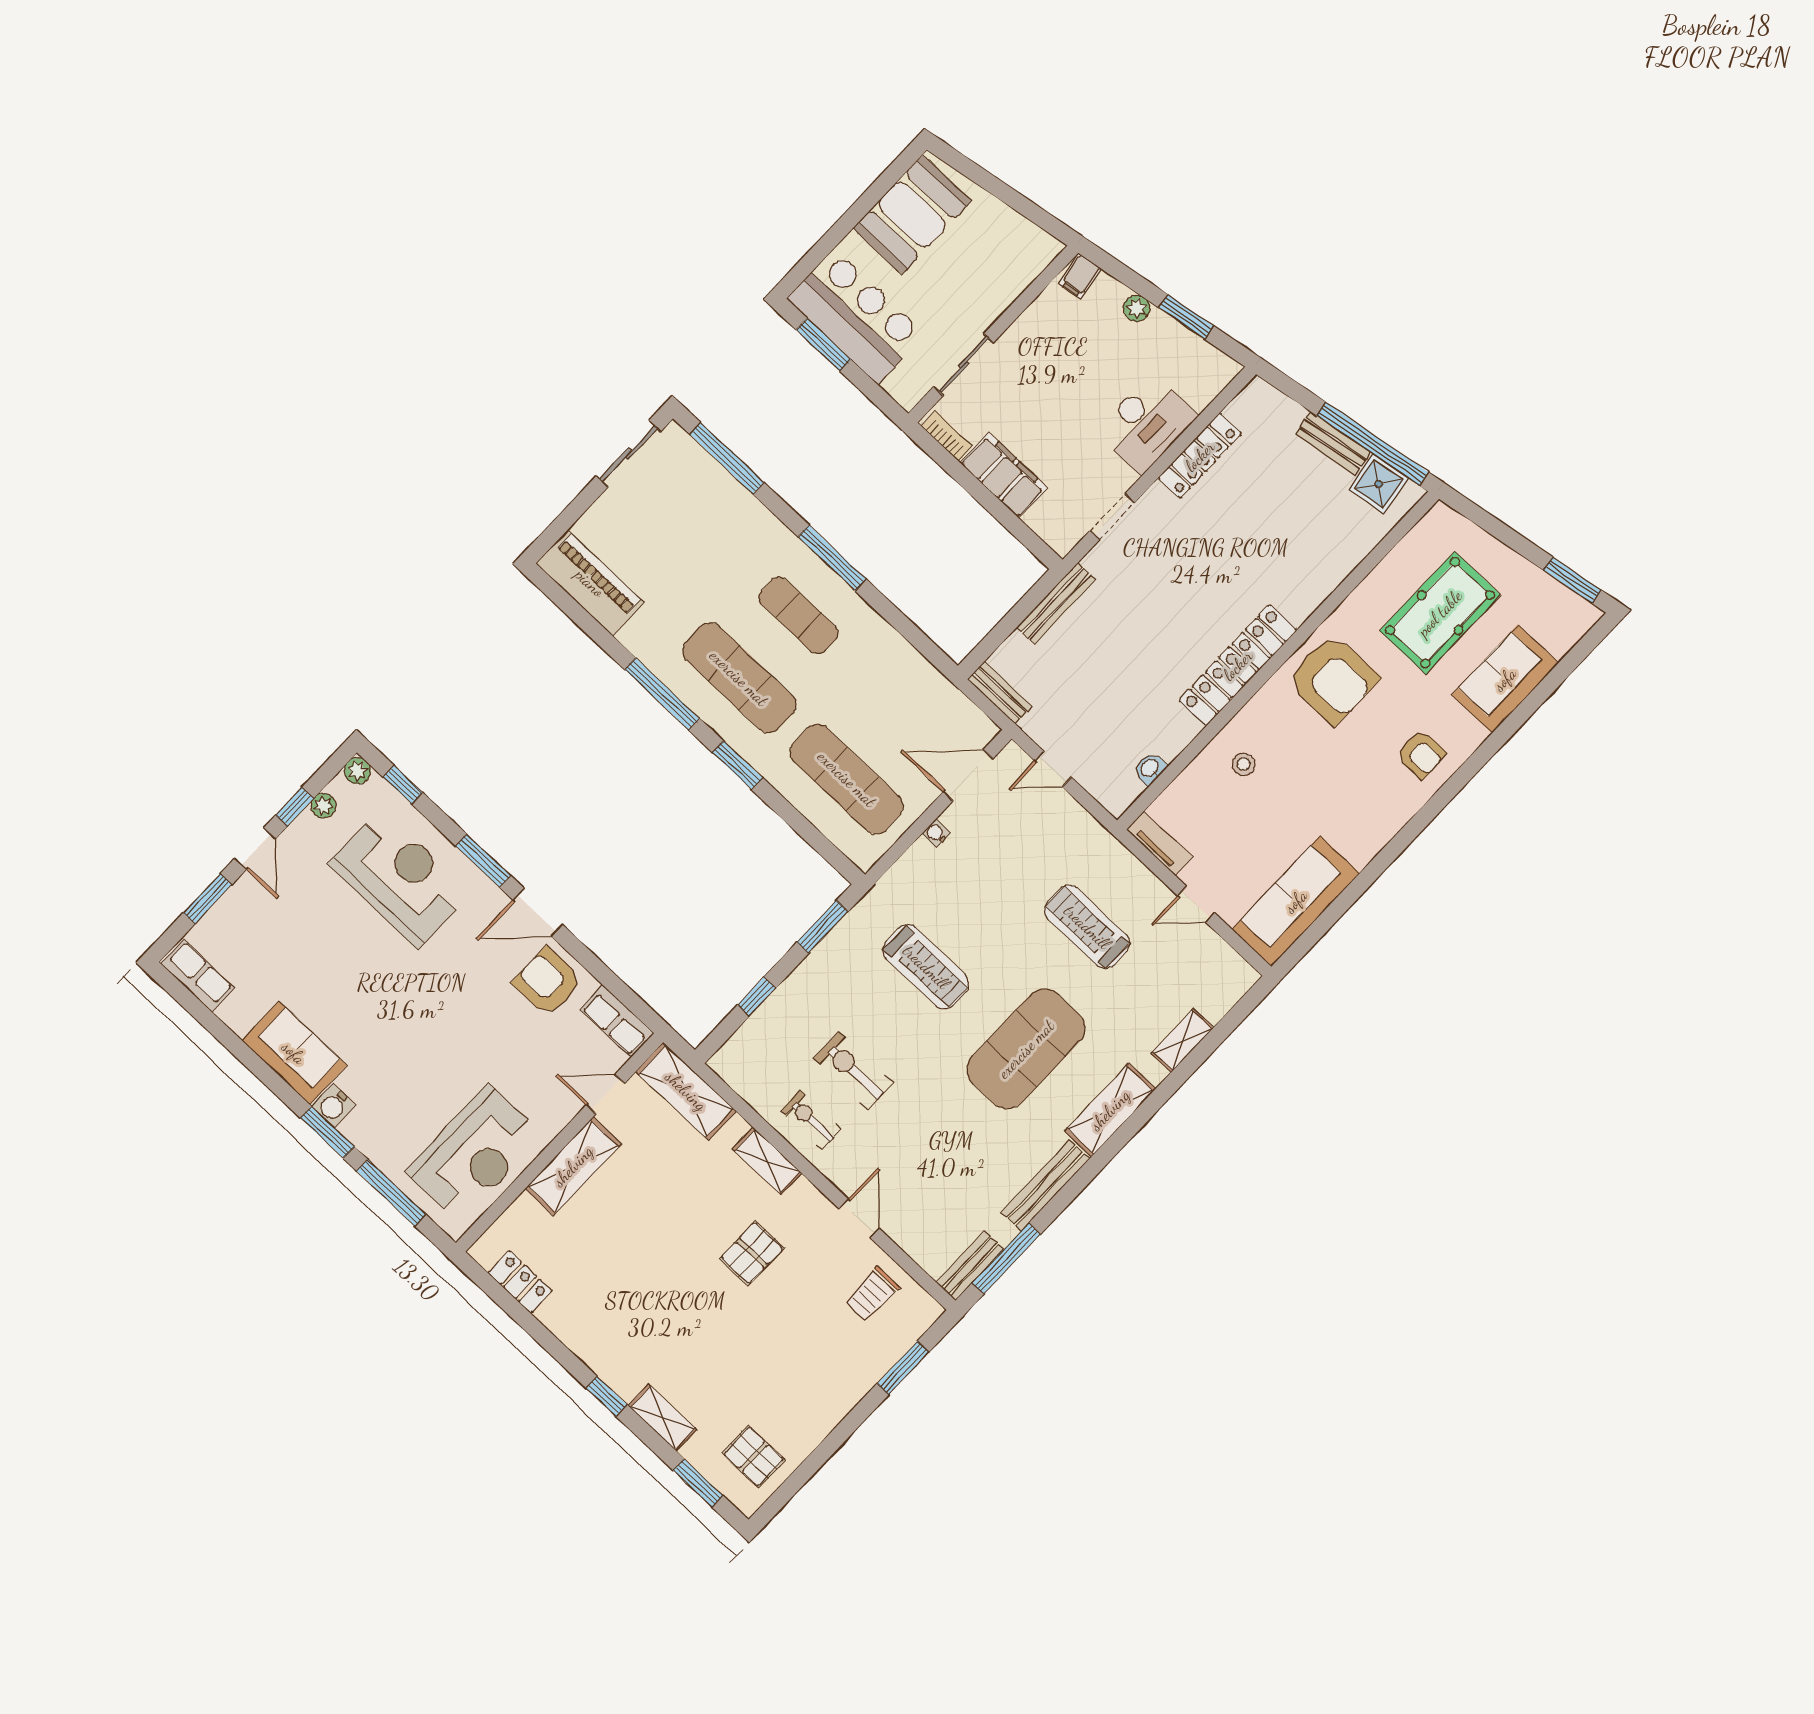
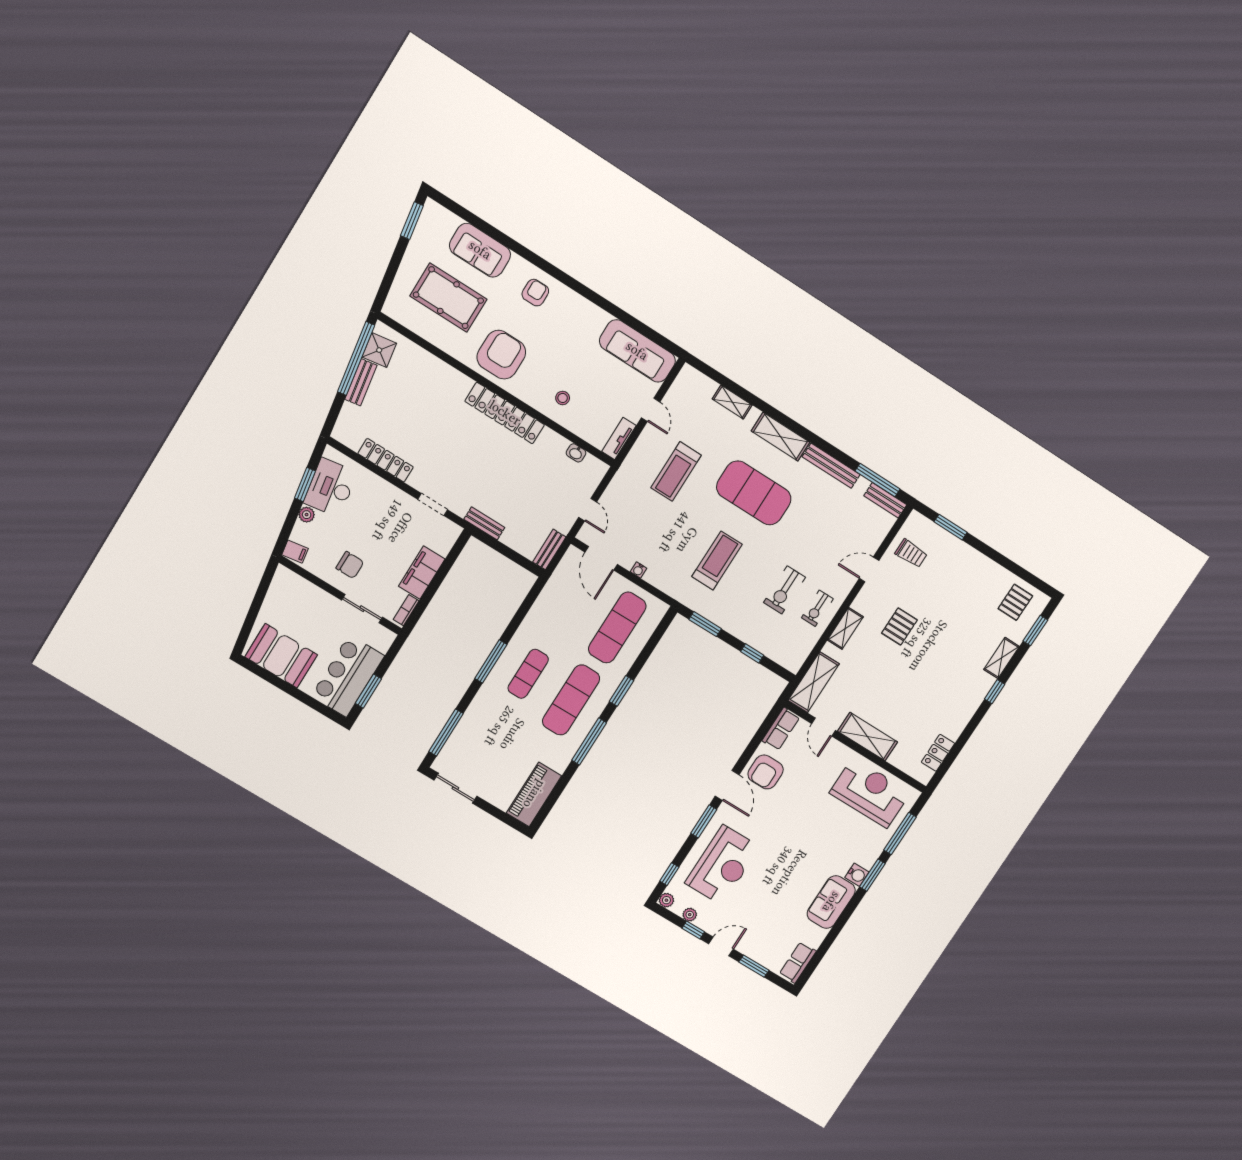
chair: (1040, 360) -> (350, 565), added
desk: (1146, 424) -> (331, 488), moved, turned -99
bench: (1056, 603) -> (484, 523), width x0.73
reception desk: (400, 878) -> (722, 865), turned 180
pallet: (752, 1253) -> (899, 627), turned 90

